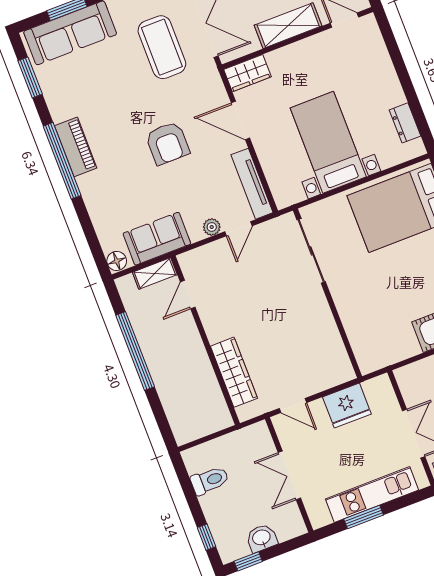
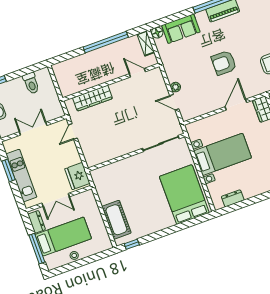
tv unit: (252, 184) -> (200, 110), removed
sofa: (157, 239) -> (181, 29), moved, turned 90
shelving: (155, 273) -> (146, 43), moved
fridge: (347, 406) -> (77, 176), moved

